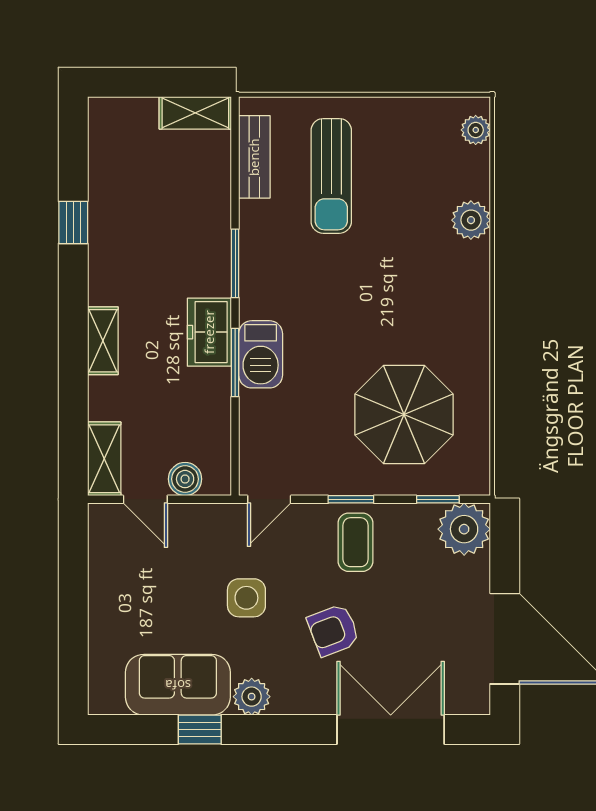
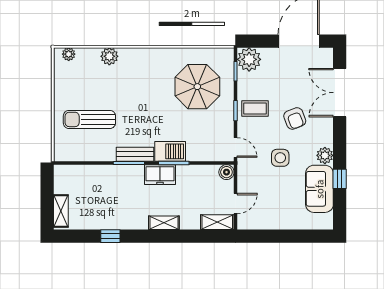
shelving: (195, 113) -> (61, 211), moved
bench: (254, 157) -> (135, 154), moved
sun lounger: (331, 176) -> (89, 119), turned 180
boiler: (185, 479) -> (226, 172), moved

